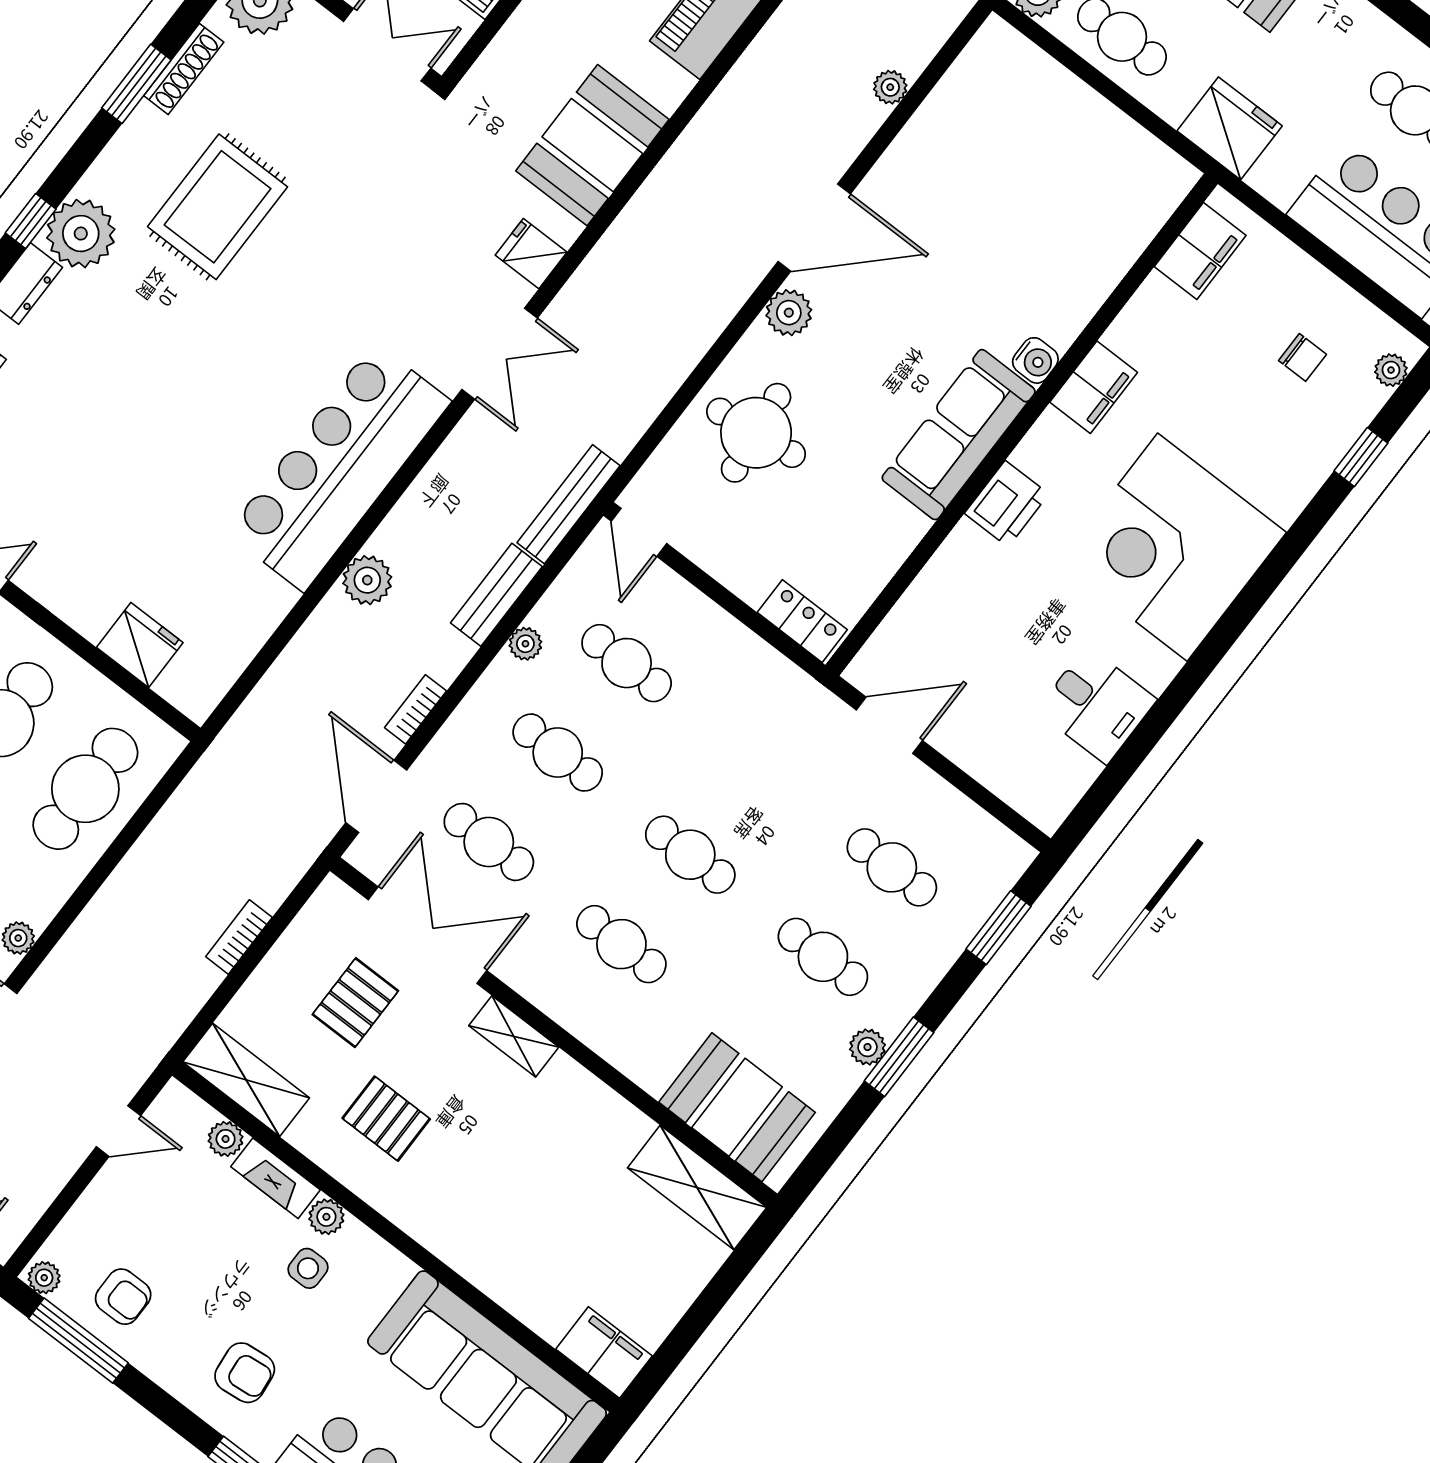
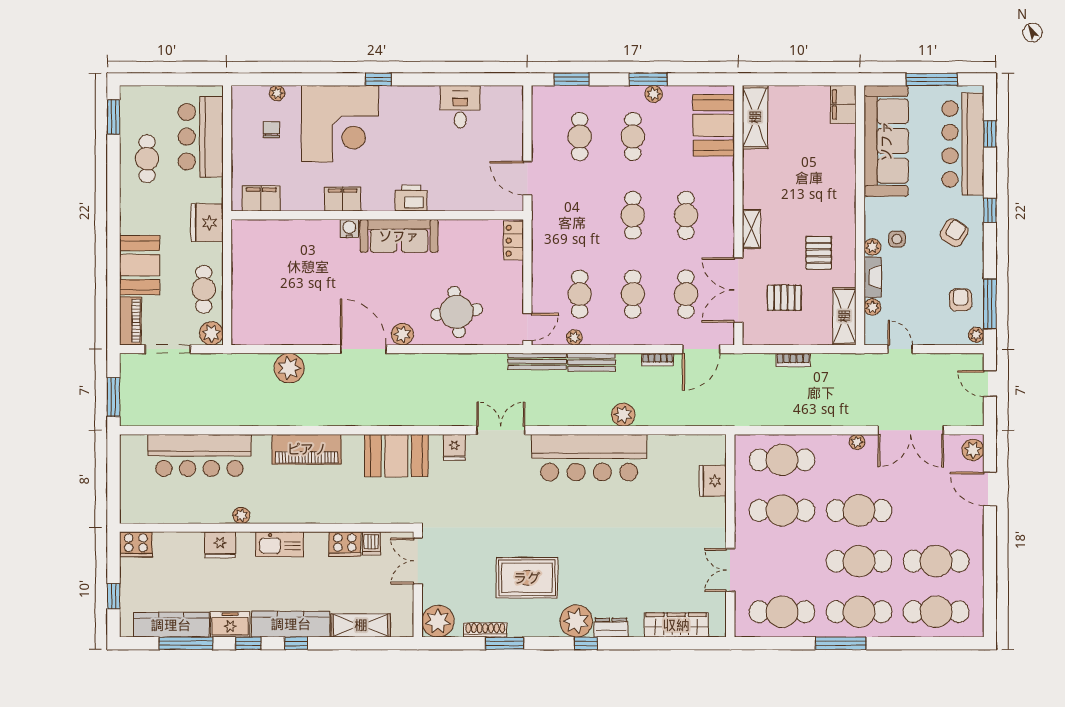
plant: (890, 87) -> (289, 368), width x1.88, depth x1.88
plant: (1391, 370) -> (277, 93), moved
window: (1361, 457) -> (378, 79), moved
corner desk: (1172, 547) -> (340, 124), moved
plant: (525, 644) -> (574, 337), moved
armchair: (245, 1373) -> (954, 233), turned 38

